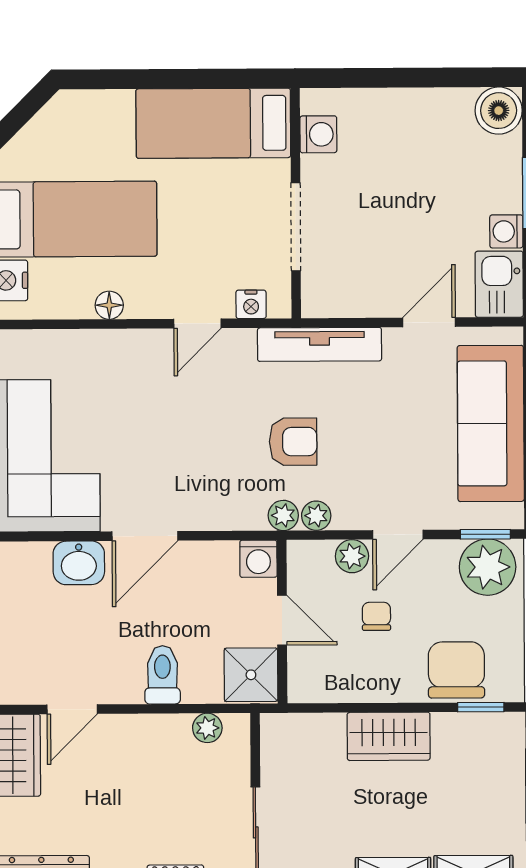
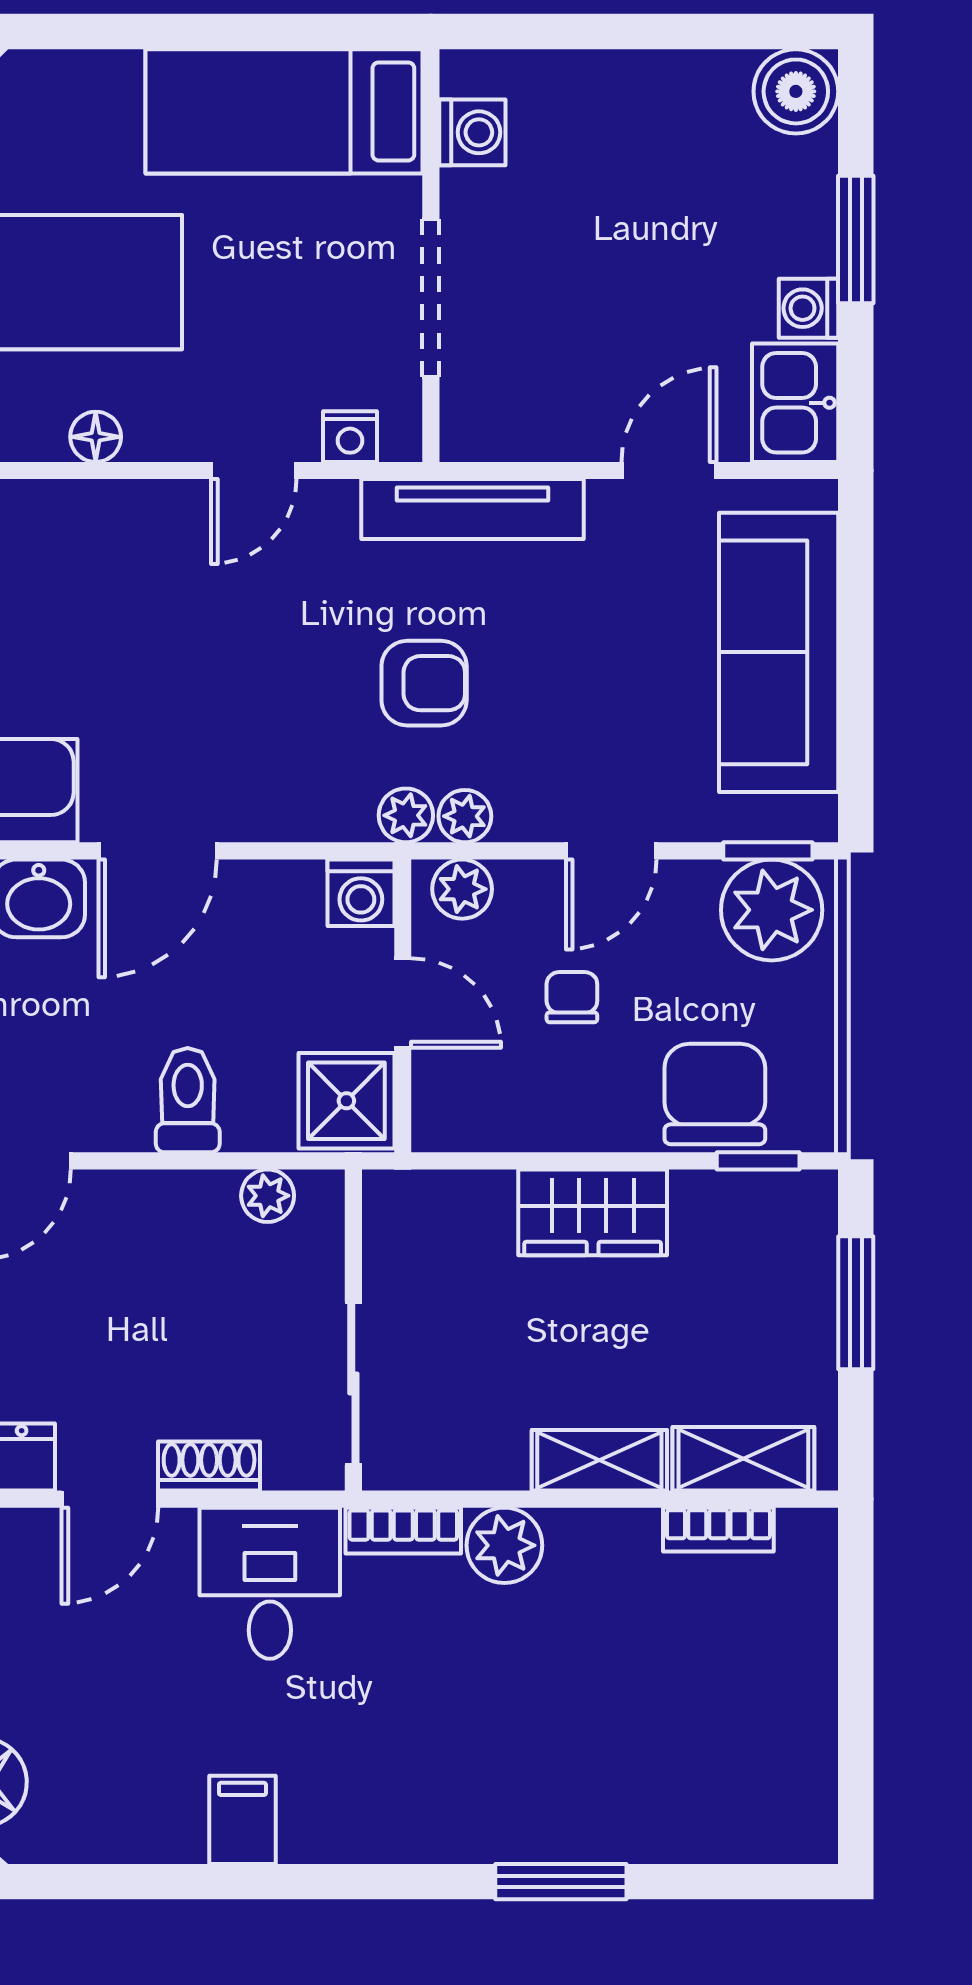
plant: (352, 556) -> (462, 889), moved

